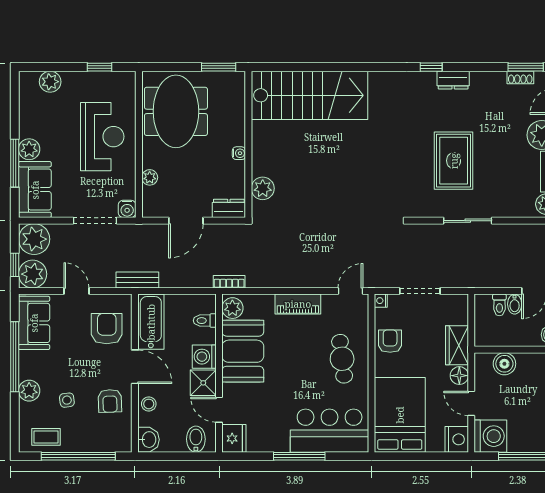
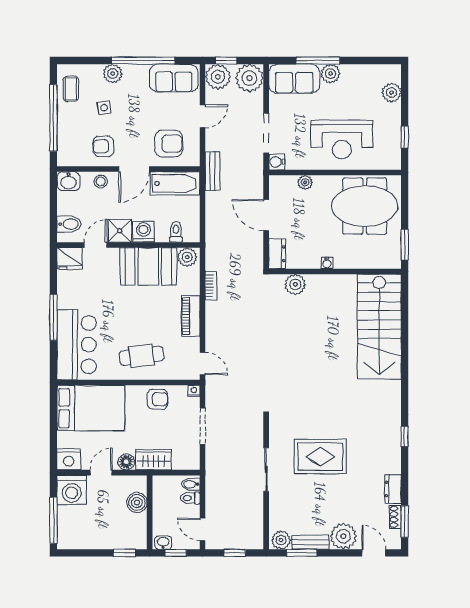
dresser: (453, 80) -> (393, 489), moved
bookcase: (229, 282) -> (211, 286), moved
bidet: (515, 304) -> (191, 484), moved

